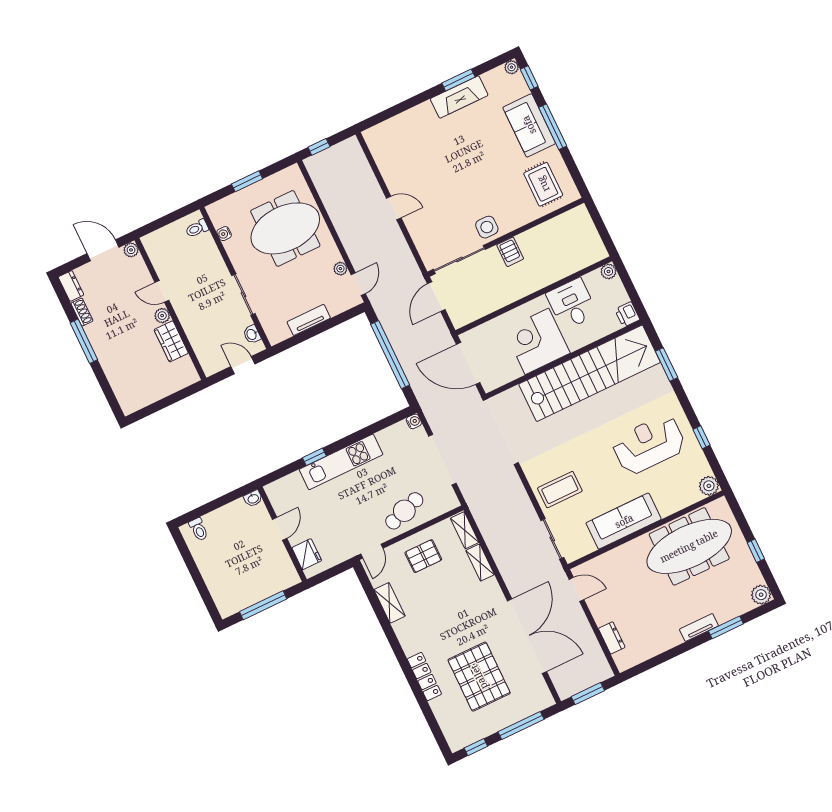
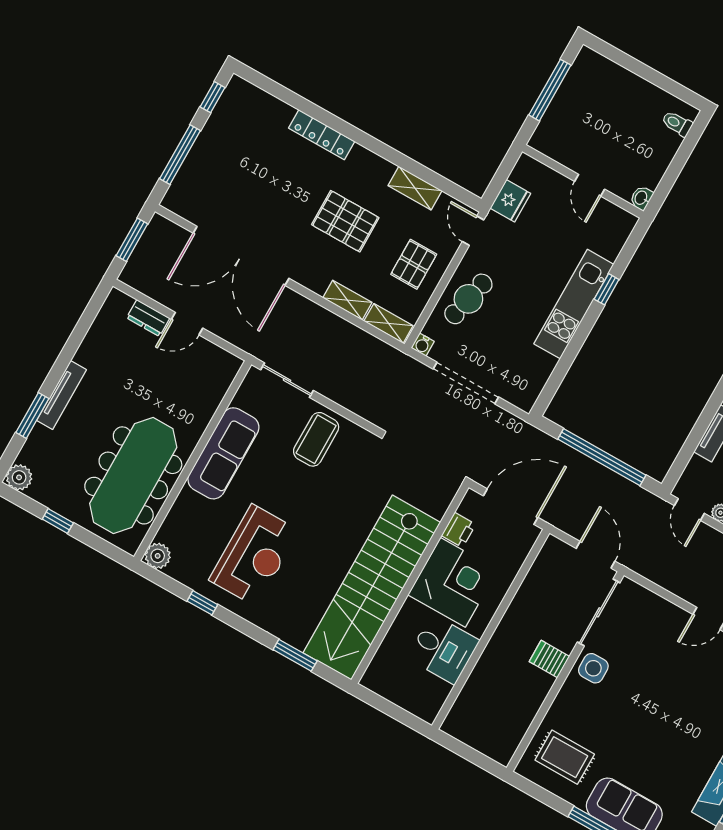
plant: (609, 271) -> (428, 712), removed
printer: (627, 314) -> (459, 530), moved, turned 90
water cooler: (414, 421) -> (423, 345), moved
cafe table: (404, 511) -> (468, 299), turned 32
fridge: (307, 554) -> (510, 201), moved, turned -90
door: (577, 589) -> (187, 324), moved
tv unit: (699, 627) -> (62, 395), width x1.41
pallet: (479, 677) -> (345, 221), moved, width x0.73, depth x0.71

